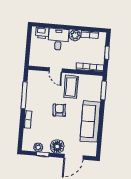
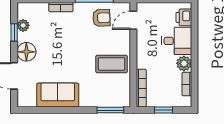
door: (56, 70) -> (133, 20), moved
armchair: (59, 110) -> (101, 18), moved
sofa: (90, 122) -> (58, 95), width x0.73

